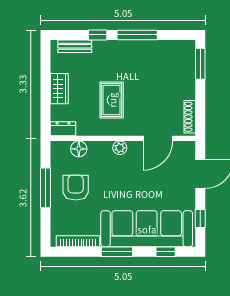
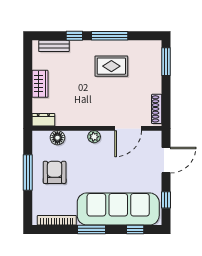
rug: (112, 100) -> (111, 66), moved, turned 90

